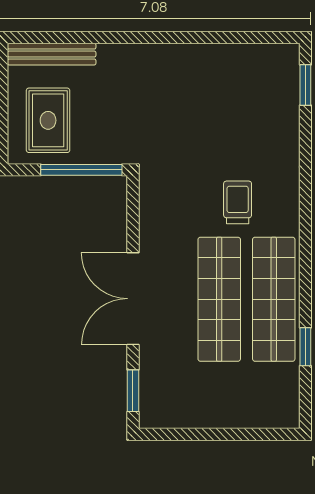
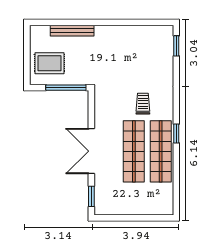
bench: (52, 54) -> (72, 31), moved
rug: (48, 120) -> (50, 63), turned 90
window: (305, 347) -> (176, 133), moved

